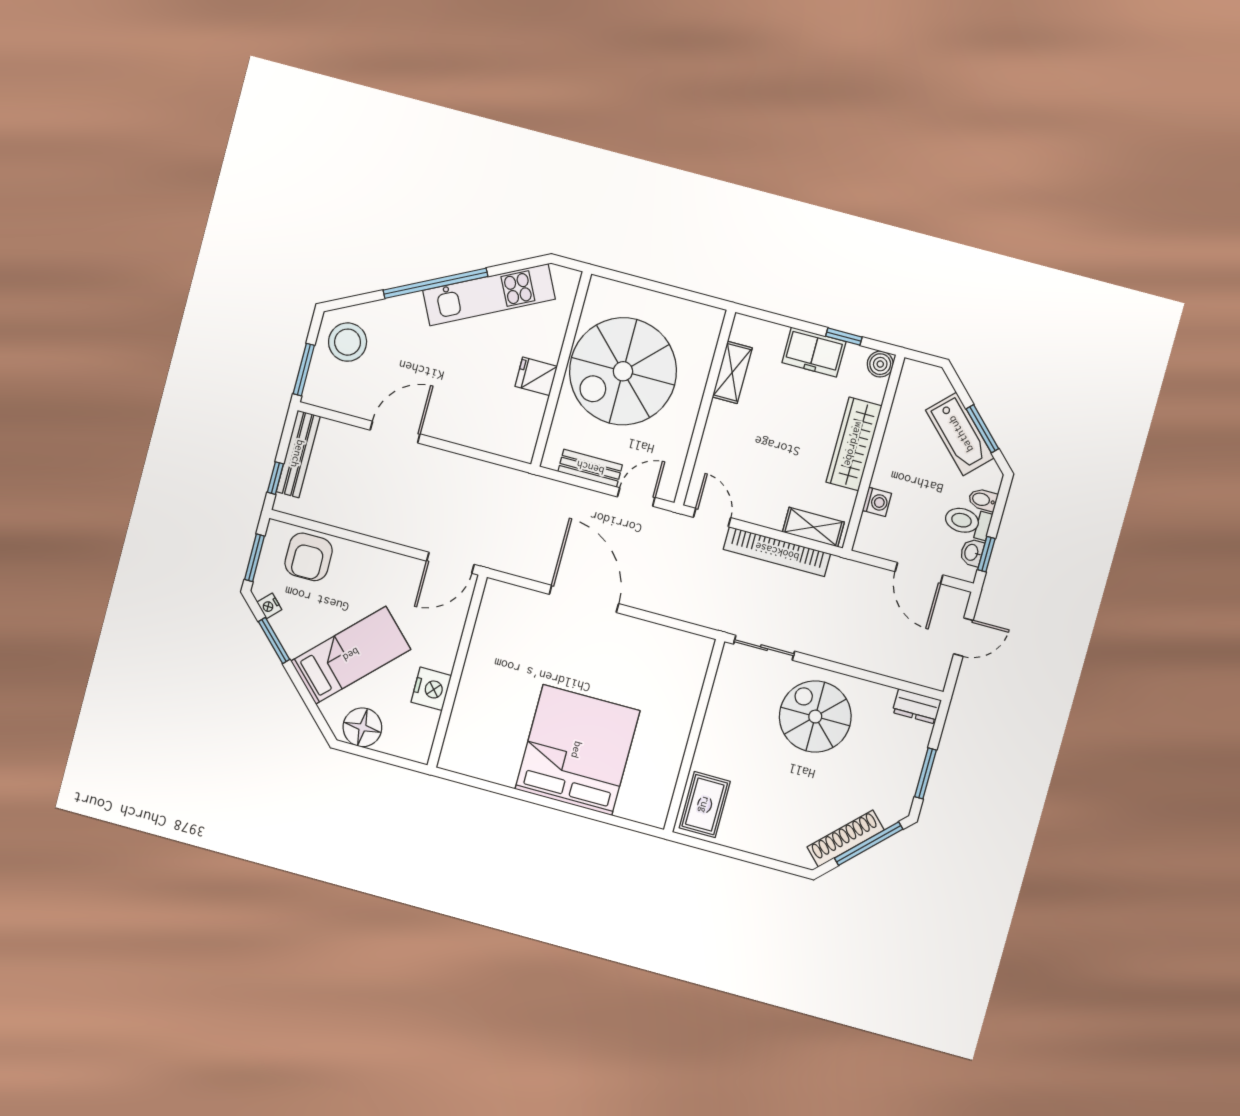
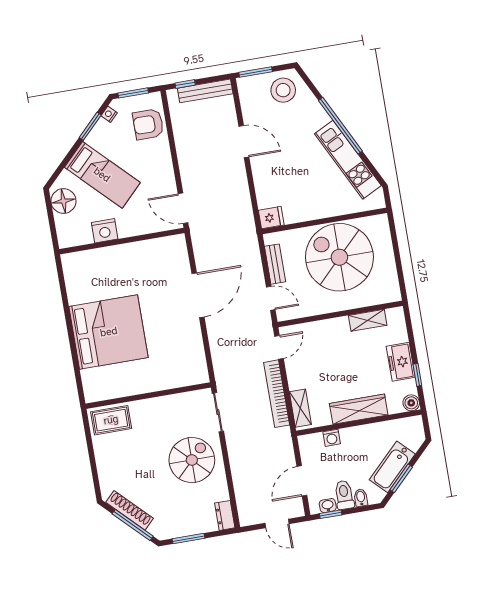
fridge: (536, 376) -> (271, 218), moved, turned 90

